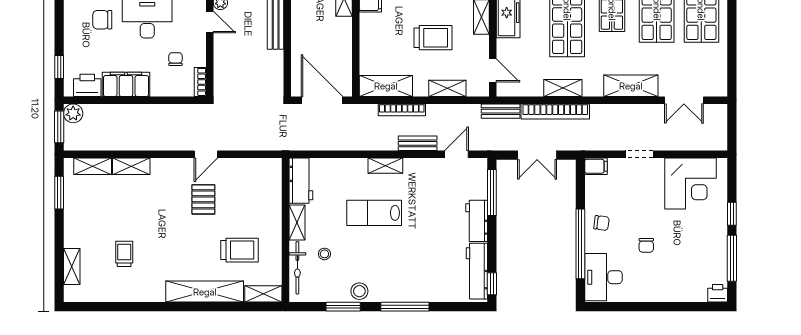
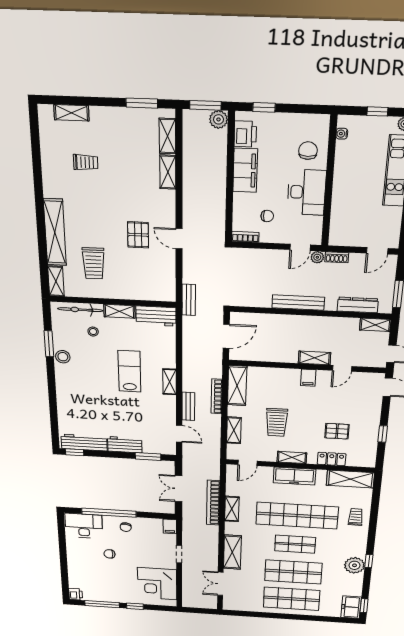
door: (322, 100) -> (226, 336), width x0.73
bench: (501, 111) -> (189, 300), moved
window: (492, 193) -> (148, 457), width x0.69
pallet: (203, 199) -> (138, 235), turned 90
window: (405, 307) -> (52, 390), removed

